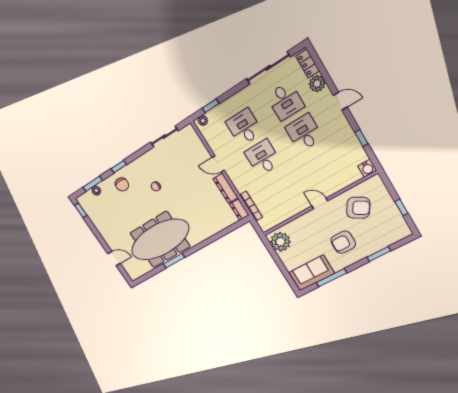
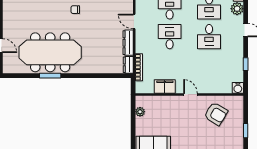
desk: (304, 133) -> (209, 37), turned 180
filing cabinet: (289, 210) -> (165, 87), added
plant: (280, 242) -> (140, 112), width x0.53, depth x0.53
armchair: (343, 242) -> (190, 134), removed

